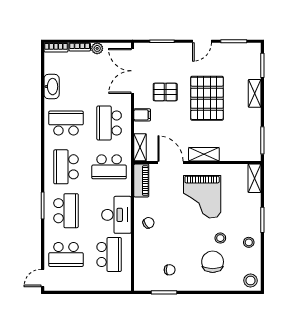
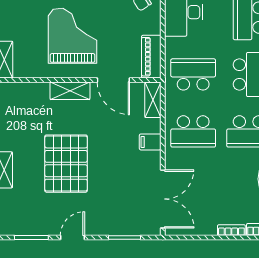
plant: (97, 48) -> (209, 228), removed
pallet: (165, 92) -> (120, 172), removed
school desk: (109, 123) -> (193, 131), turned 90

